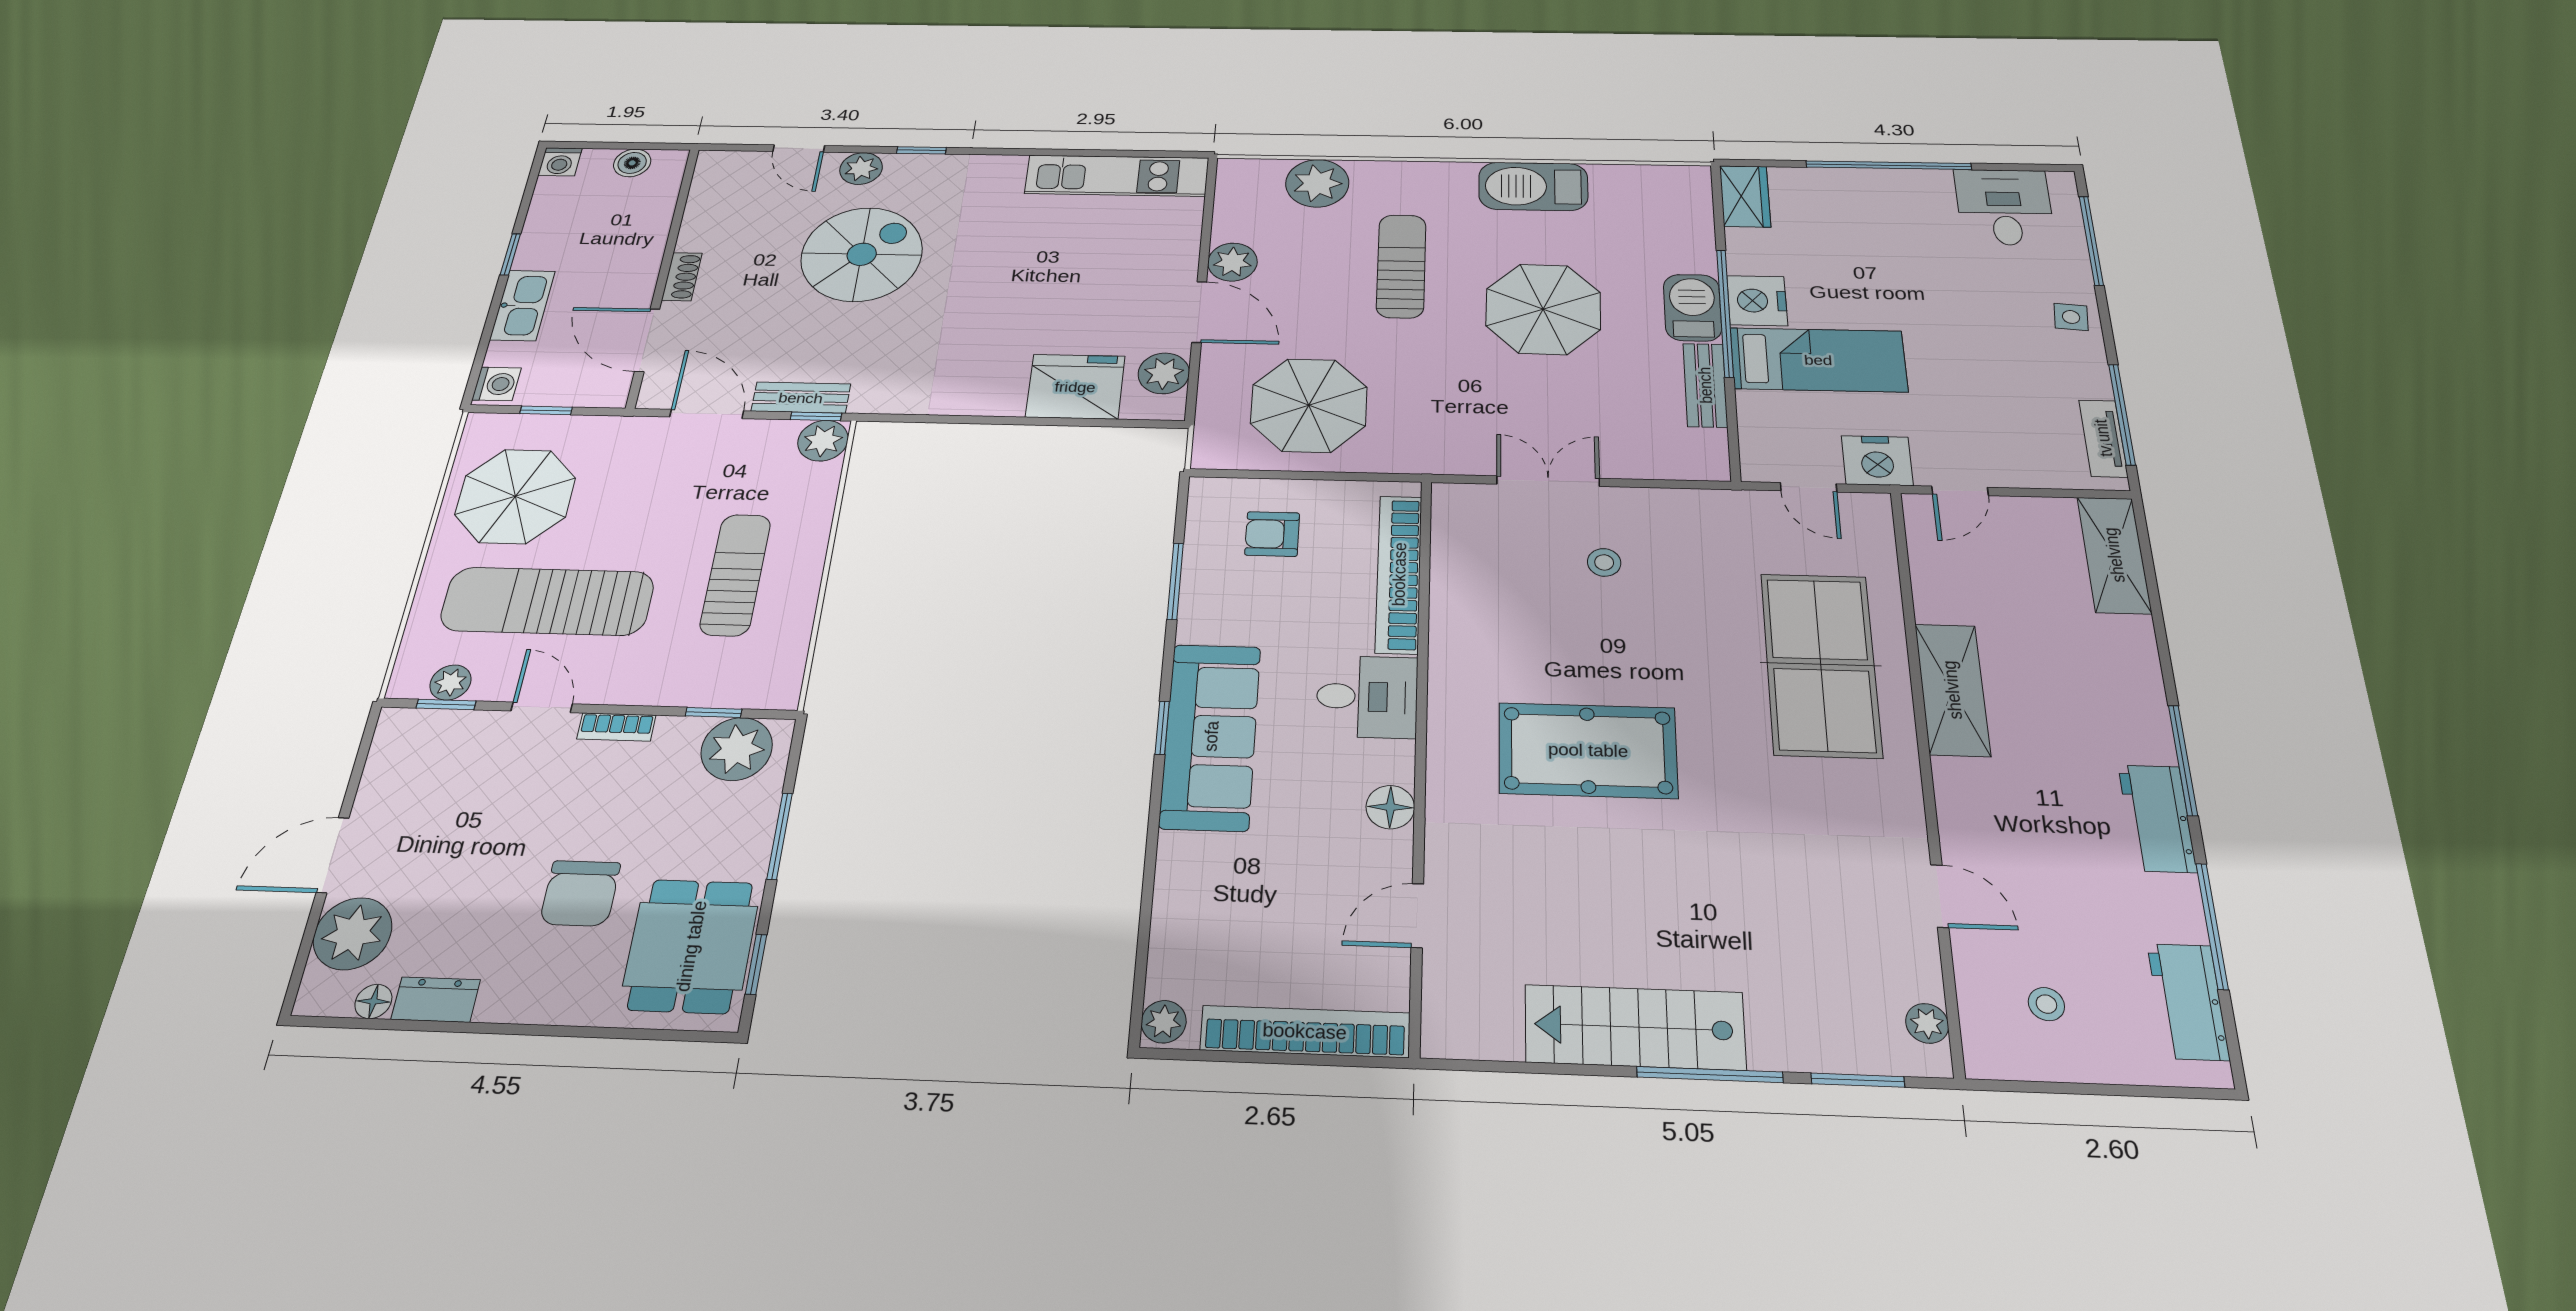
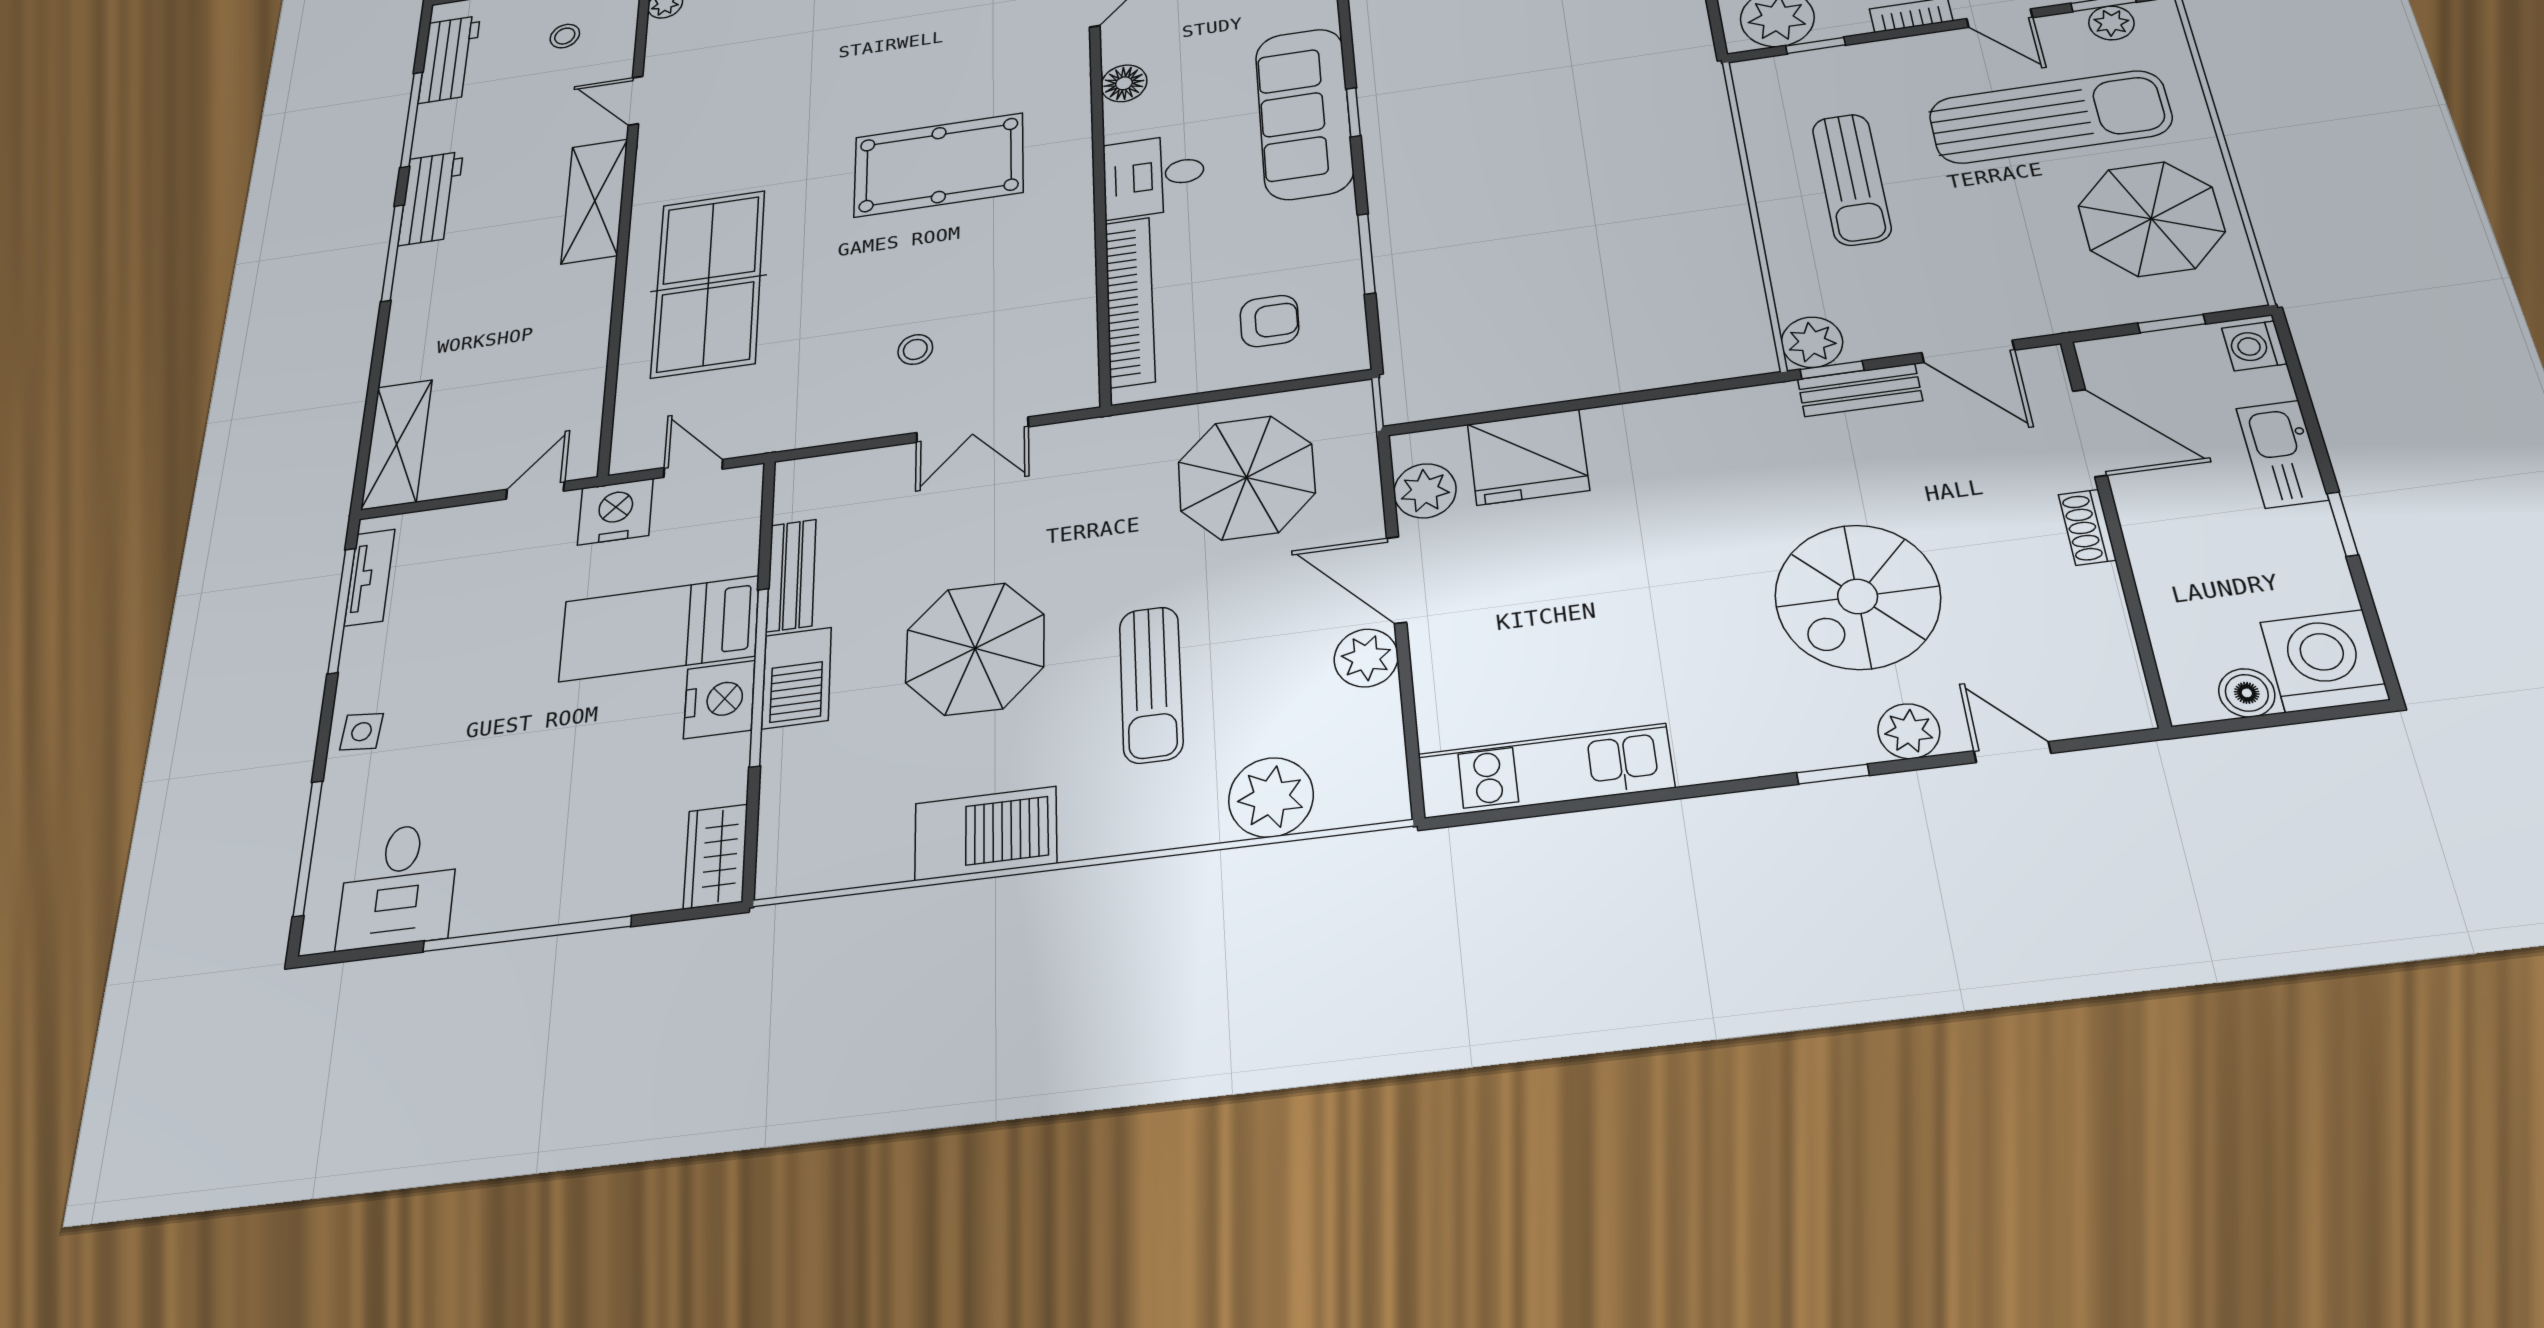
washing machine: (560, 162) -> (2324, 661), width x1.89, depth x1.89
shelving: (1952, 690) -> (595, 201), moved

